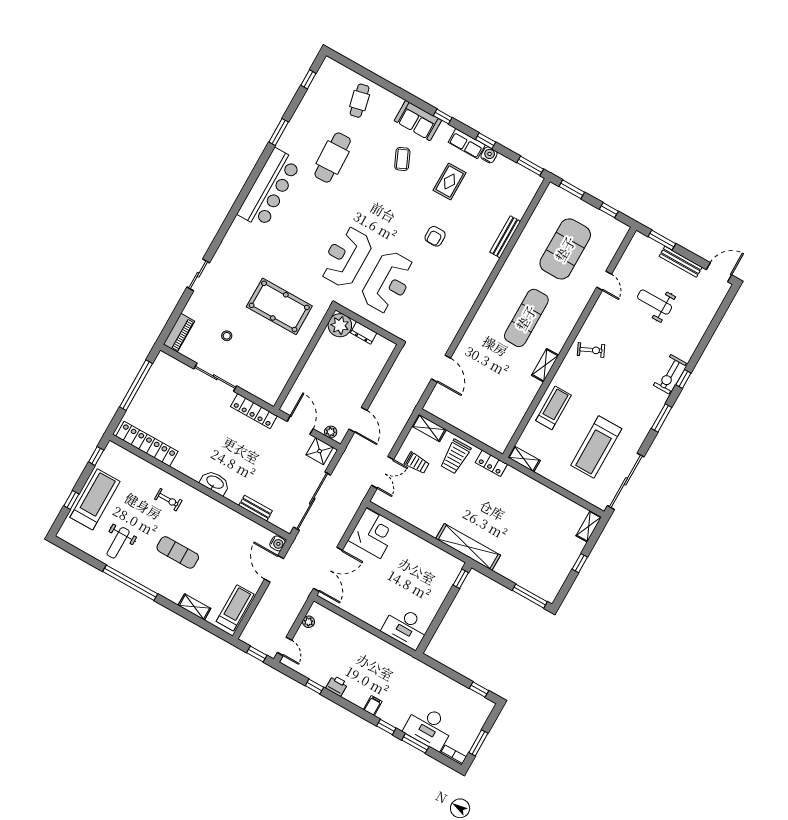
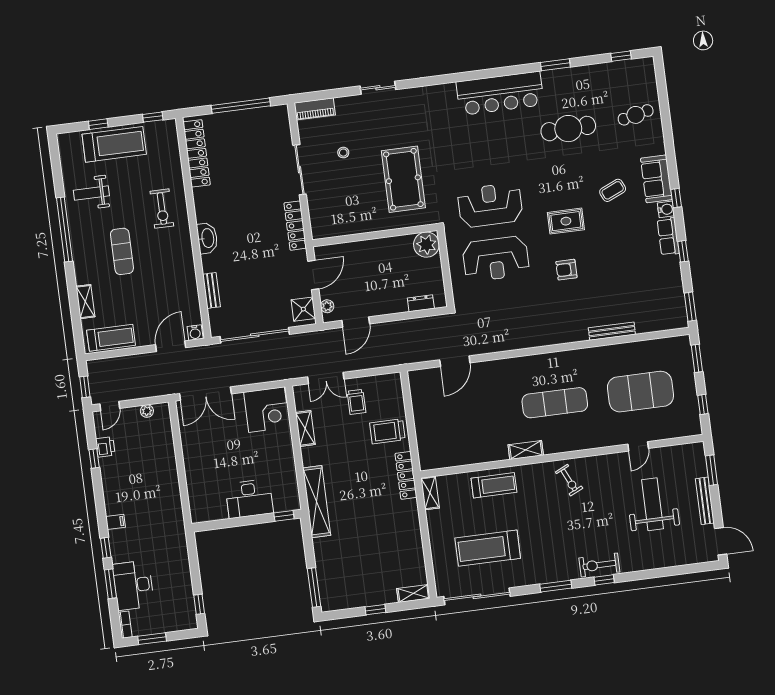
water cooler: (489, 155) -> (666, 209), moved
rug: (450, 182) -> (566, 221), moved
weight bench: (655, 302) -> (652, 504), width x1.36, depth x1.33
dresser: (364, 333) -> (421, 303), moved, turned 90
shelving: (429, 428) -> (305, 429), moved
locker: (491, 463) -> (406, 475), width x1.53
exercise bike: (168, 500) -> (162, 209), width x1.38, depth x1.39
desk: (406, 627) -> (249, 499), moved, turned -90
printer: (337, 686) -> (105, 447), moved

